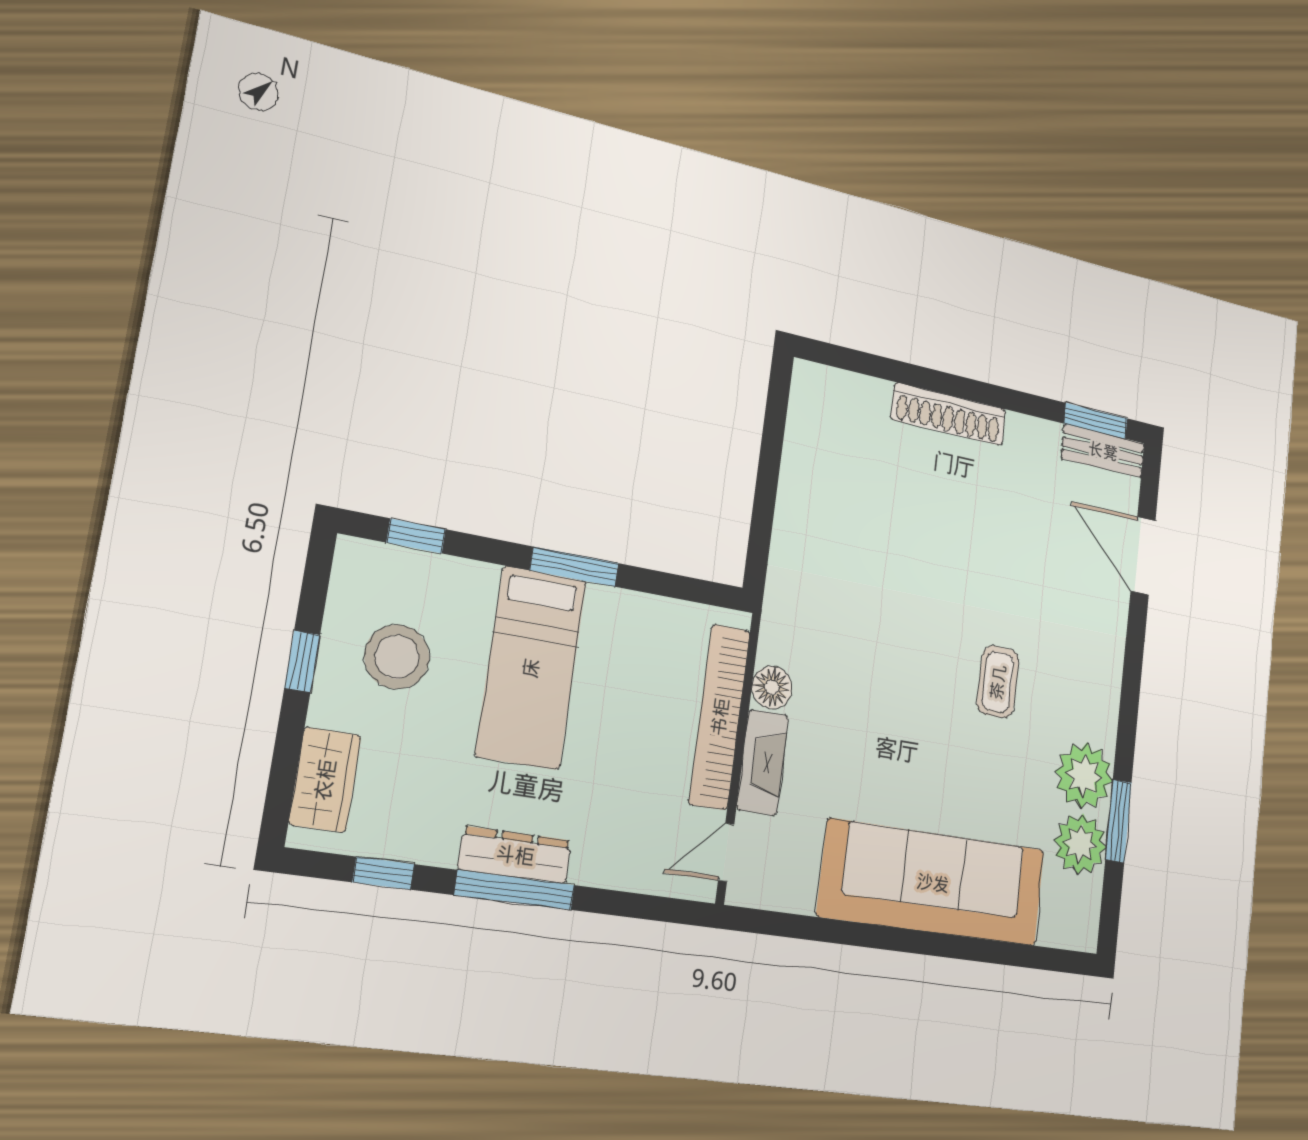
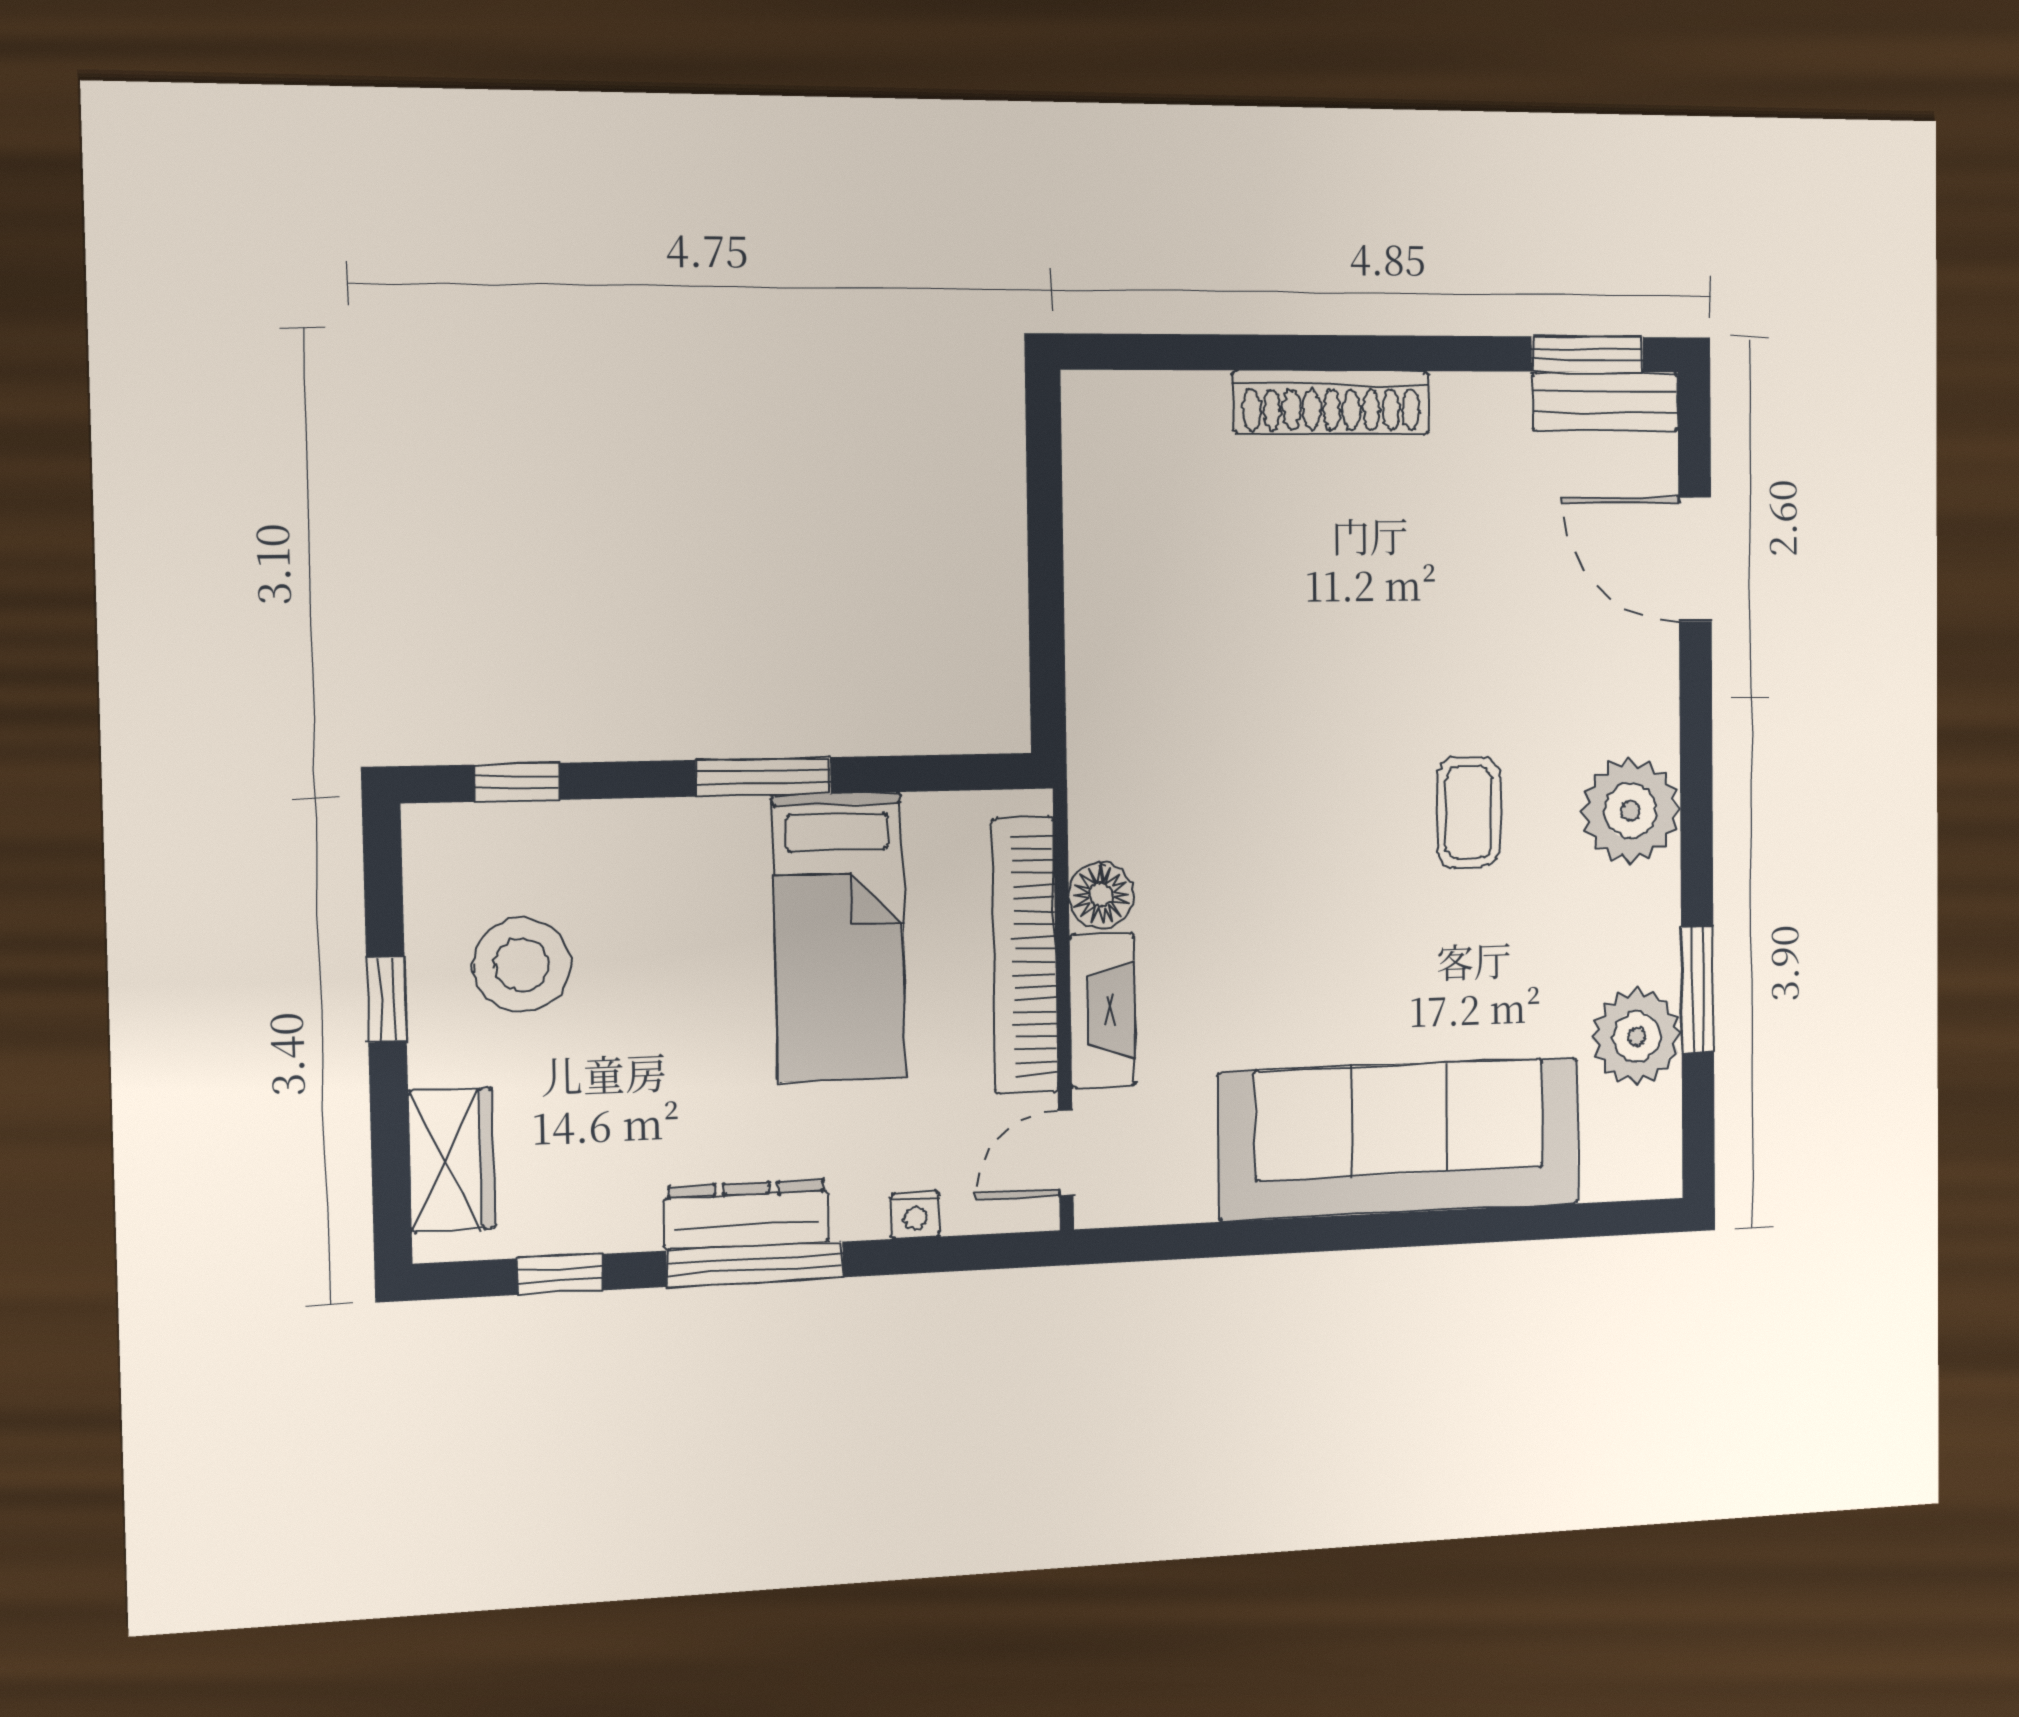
bed: (531, 668) -> (839, 937), moved
plant: (1084, 776) -> (1630, 811), moved
nightstand: (624, 876) -> (915, 1215), added

